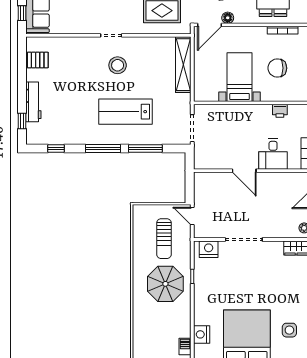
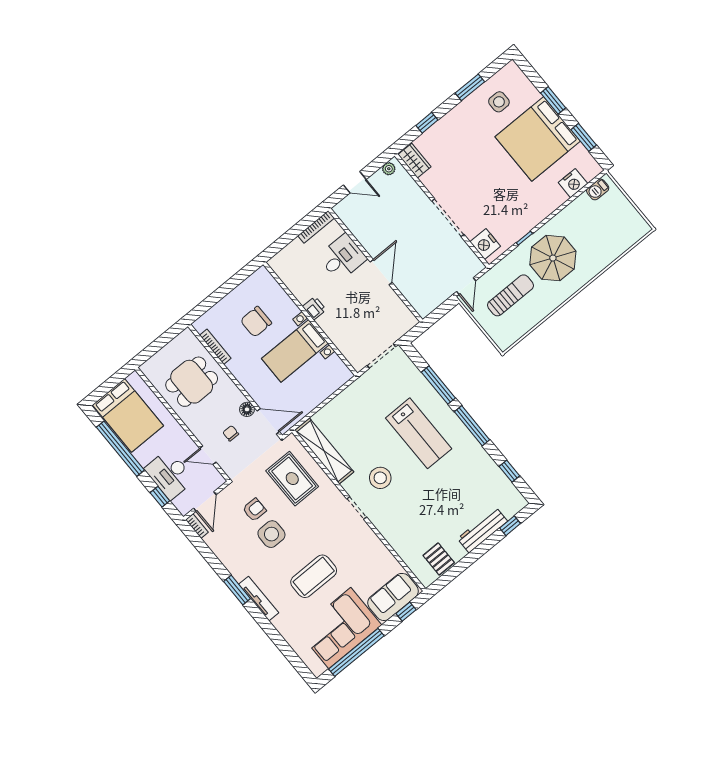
shelving: (183, 65) -> (324, 451), moved, turned 90
chair: (277, 68) -> (256, 322), turned 90
printer: (280, 111) -> (314, 308), moved

